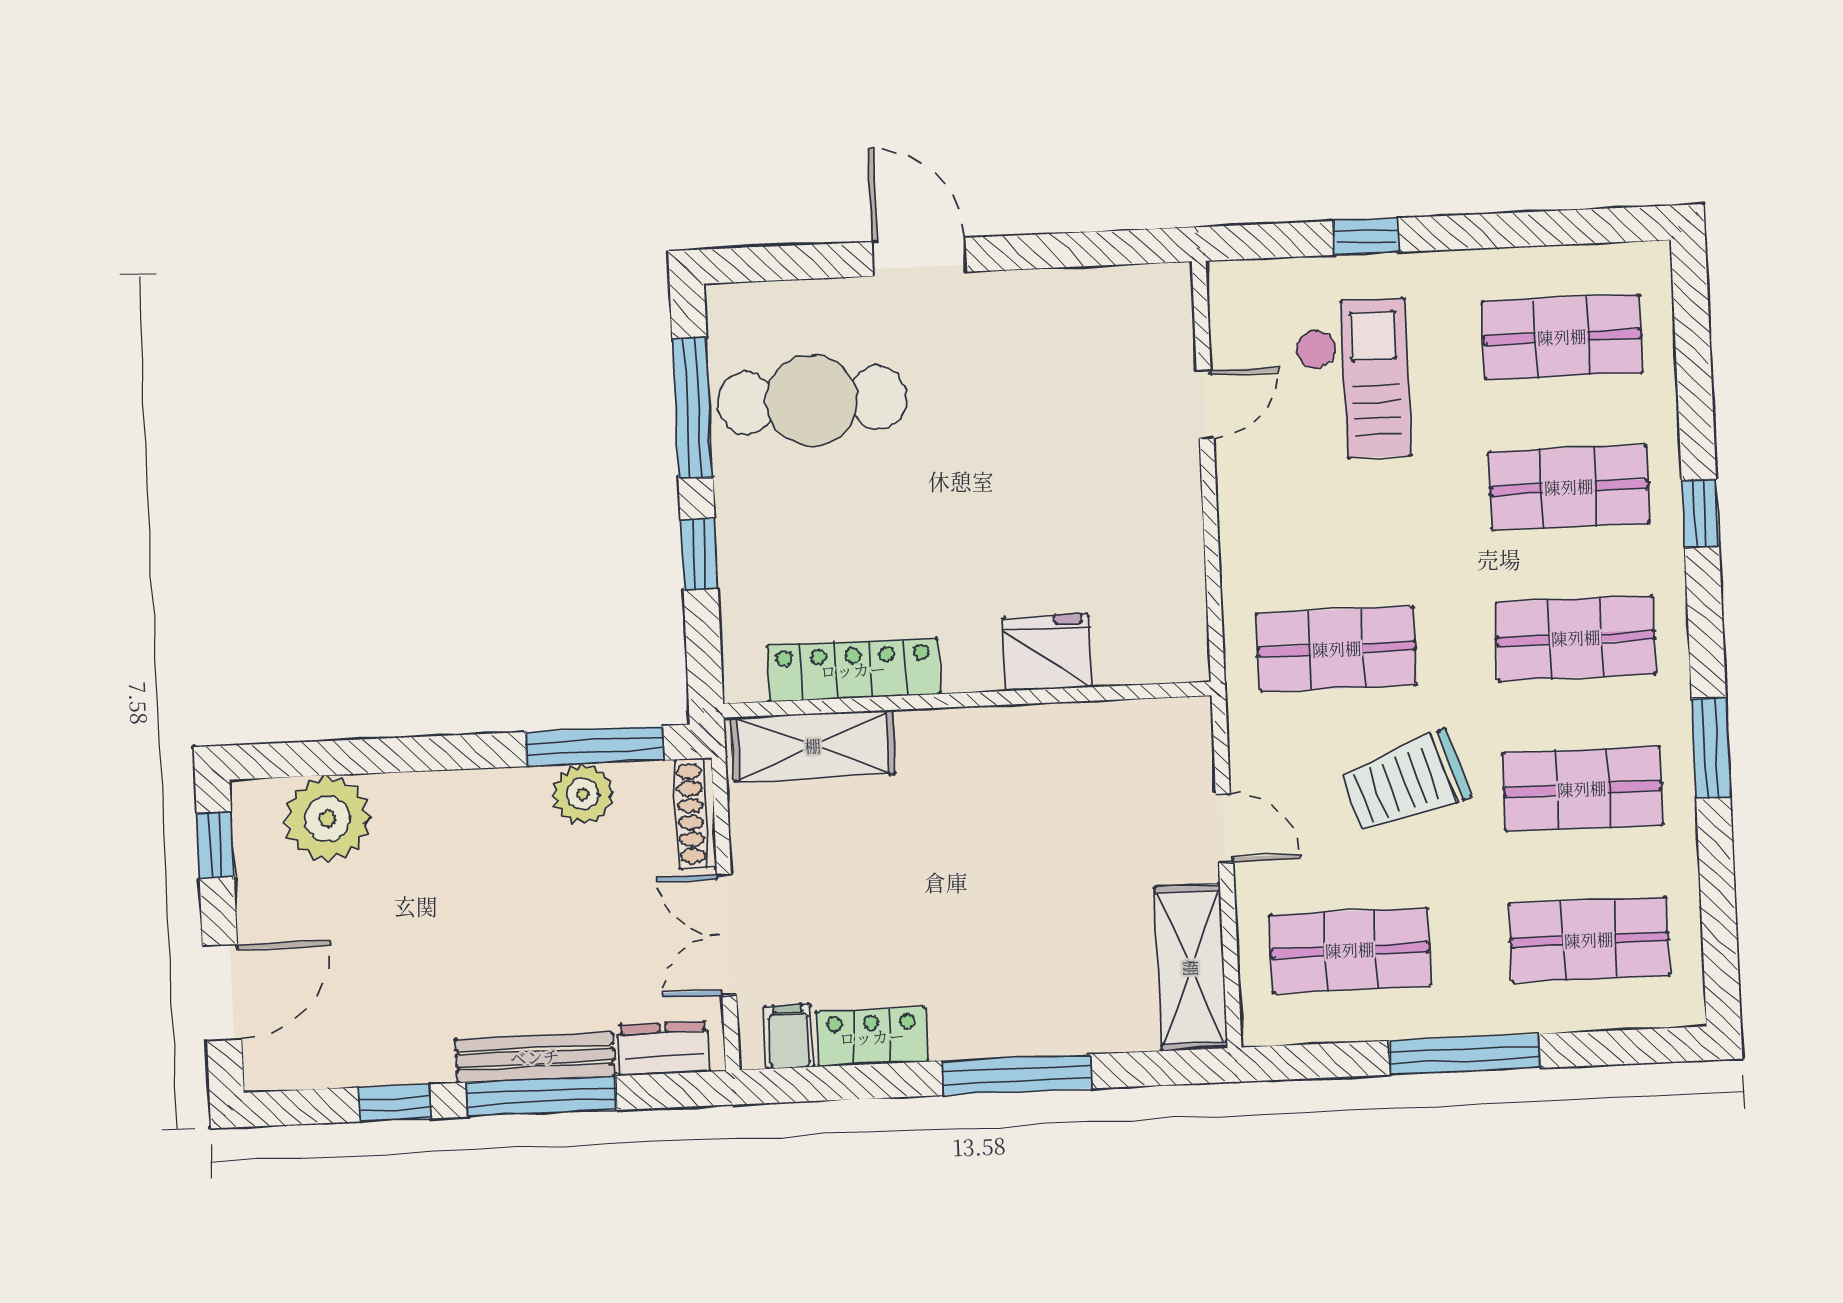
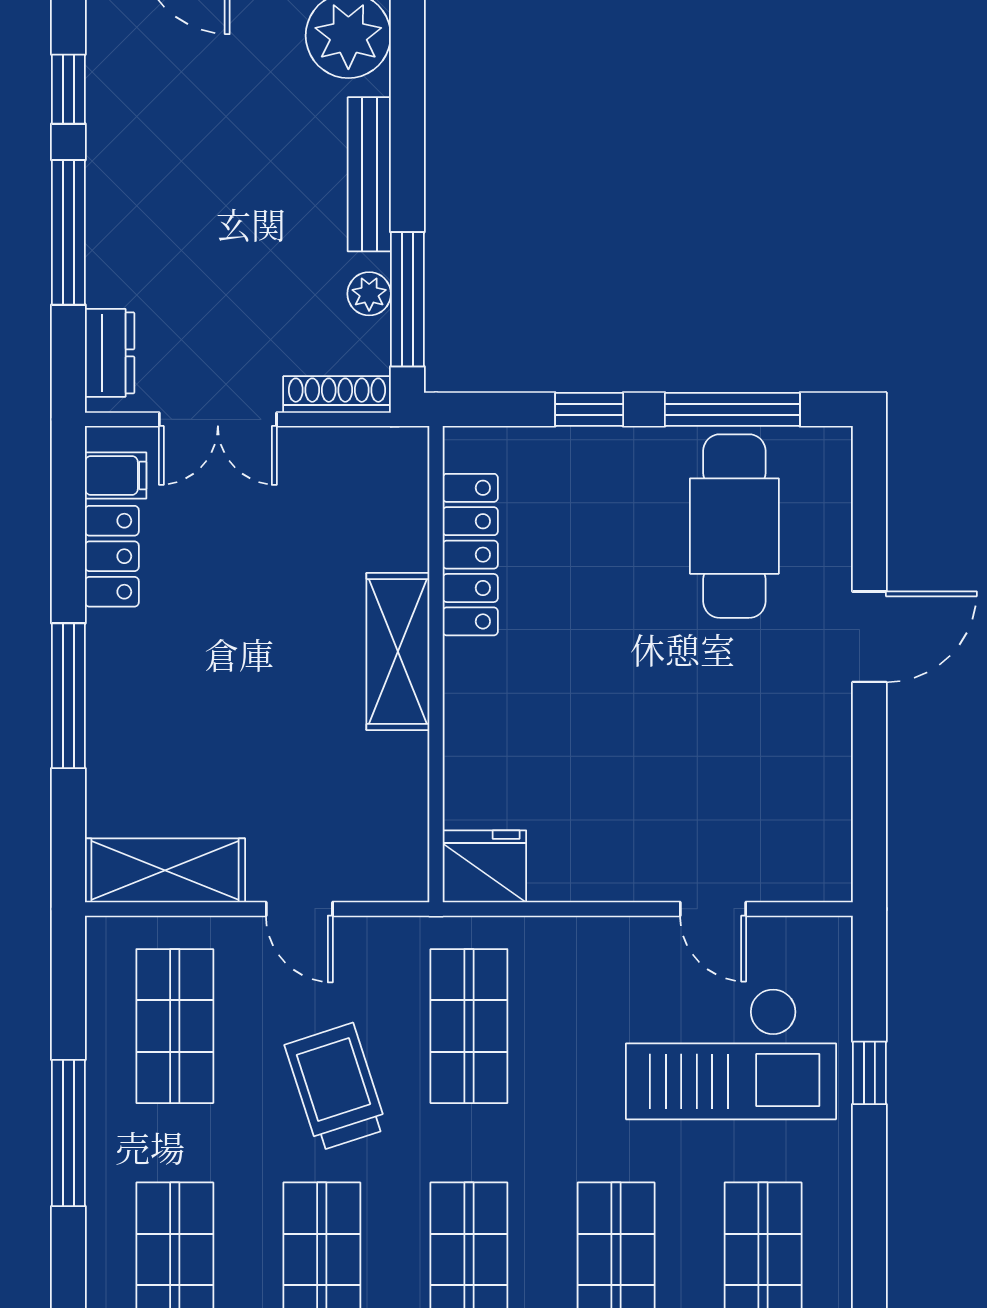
checkout: (1353, 379) -> (731, 1054), width x1.36, depth x1.21
fridge: (1047, 652) -> (484, 866), moved, turned -90
shelving: (813, 746) -> (398, 652), moved
plant: (583, 794) -> (369, 294), width x0.73, depth x0.73
door: (1224, 828) -> (299, 909), hinge flipped
double door: (727, 935) -> (218, 419), swing flipped
bench: (535, 1057) -> (369, 174), moved

